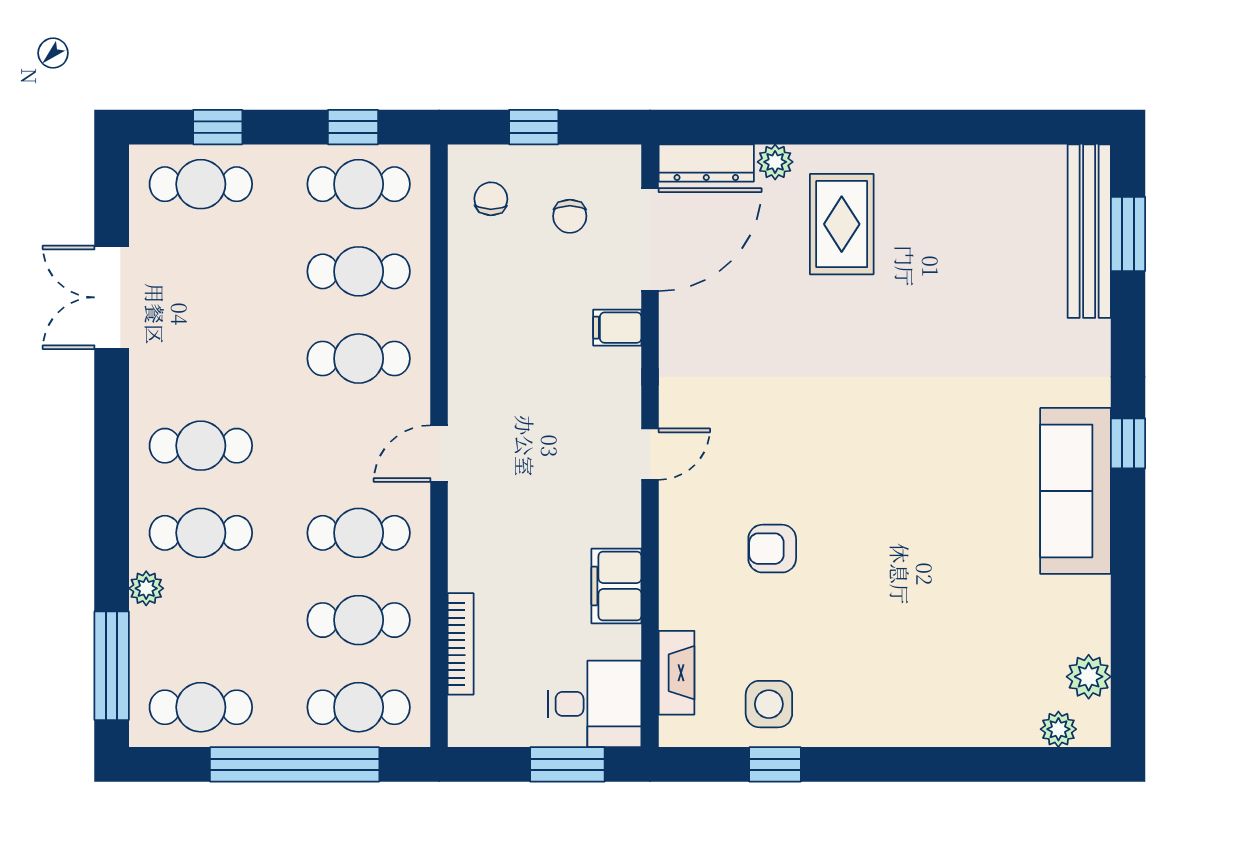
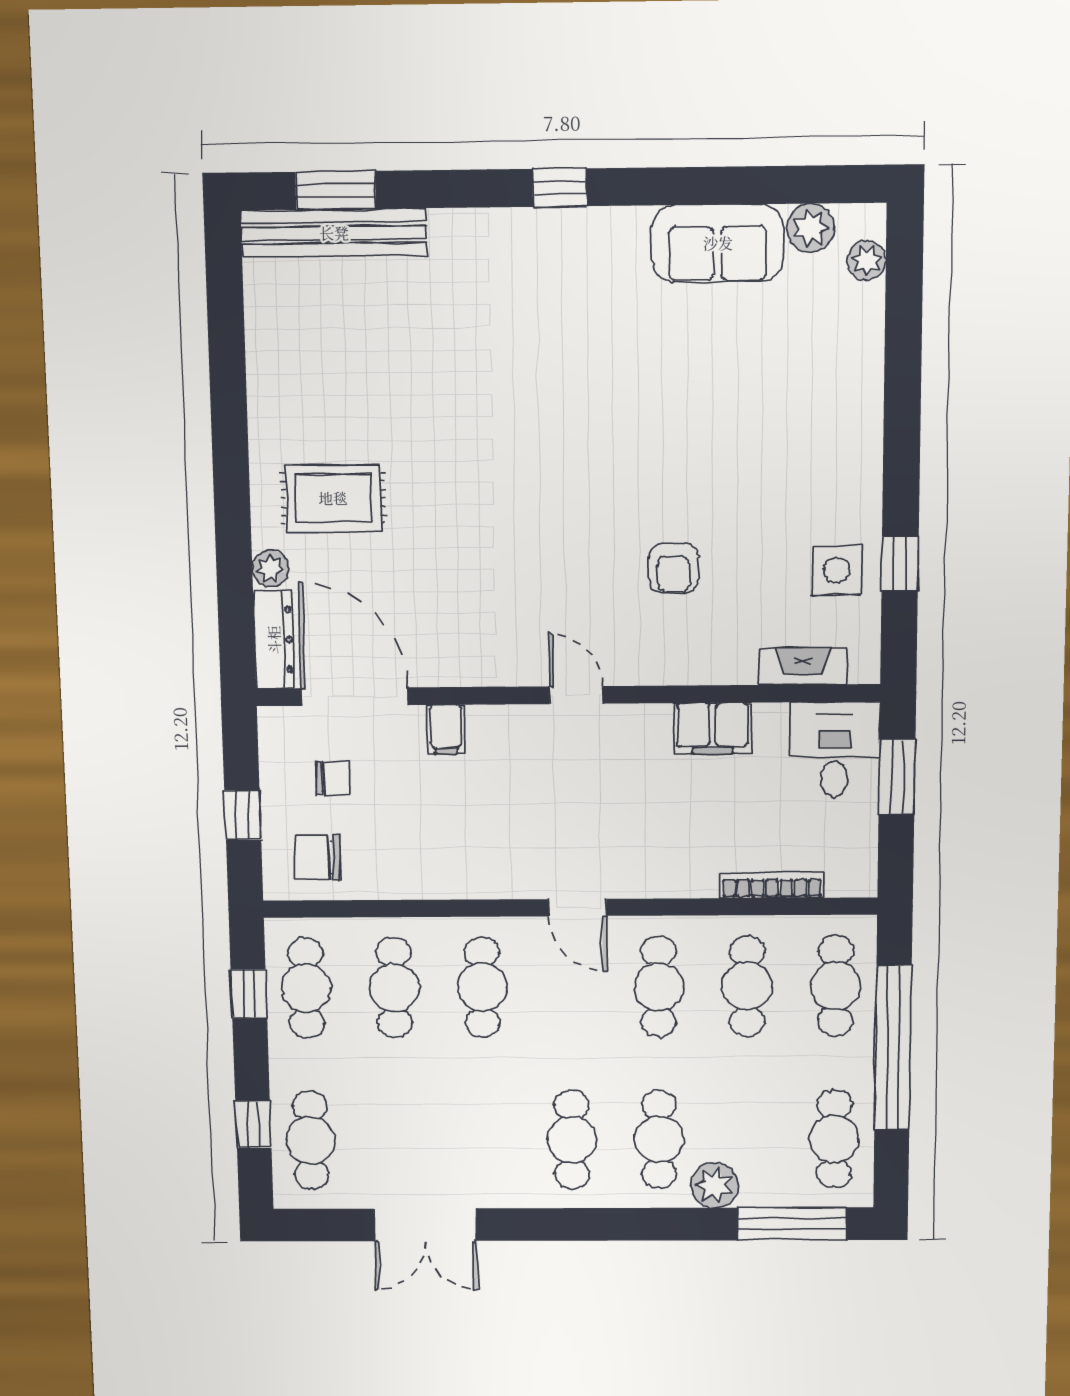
chair: (491, 199) -> (317, 857), width x1.37, depth x1.37
sofa: (1075, 491) -> (718, 243), moved, width x0.73
plant: (146, 588) -> (715, 1185), width x1.38, depth x1.38

